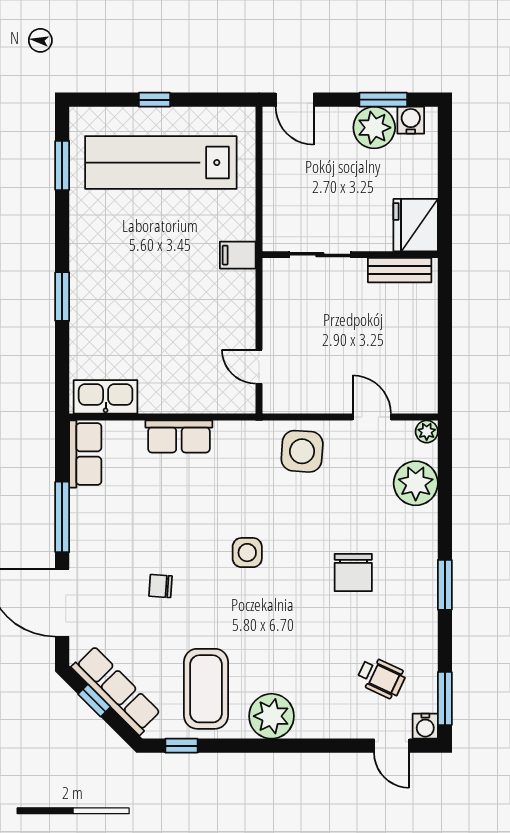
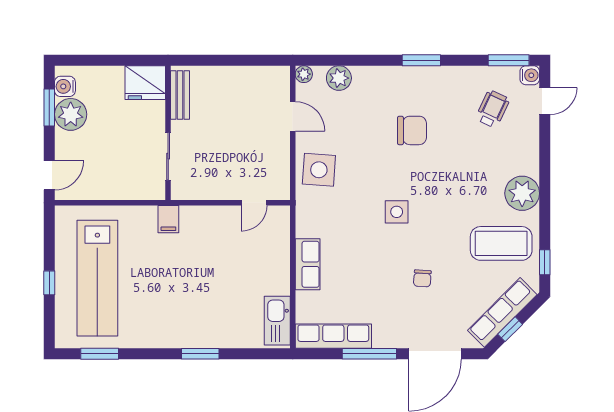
door: (372, 417) -> (293, 116), swing flipped
row of seats: (85, 454) -> (333, 336), width x1.48
plant: (416, 483) -> (339, 78), width x0.73, depth x0.73

